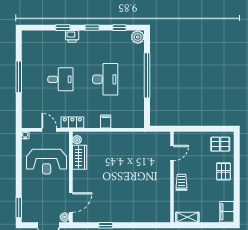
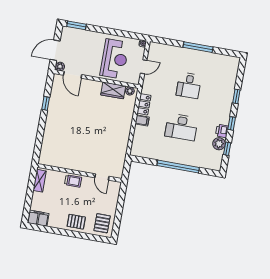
printer: (72, 36) -> (222, 131), moved
plant: (138, 37) -> (219, 144), moved
locker: (72, 122) -> (144, 104), moved
reception desk: (47, 162) -> (115, 59), turned 180

